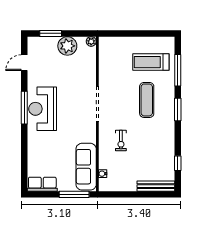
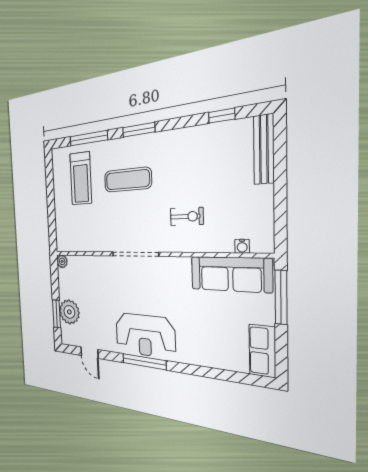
plant: (67, 46) -> (69, 312), moved

